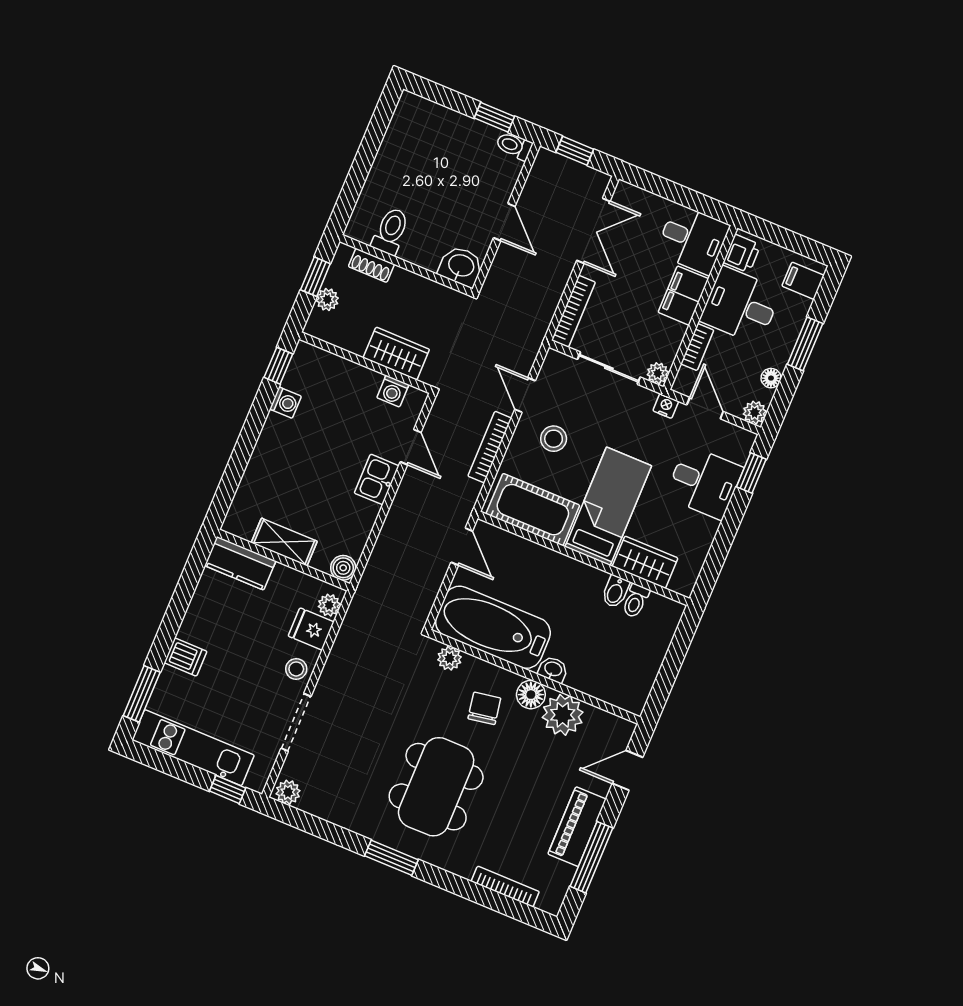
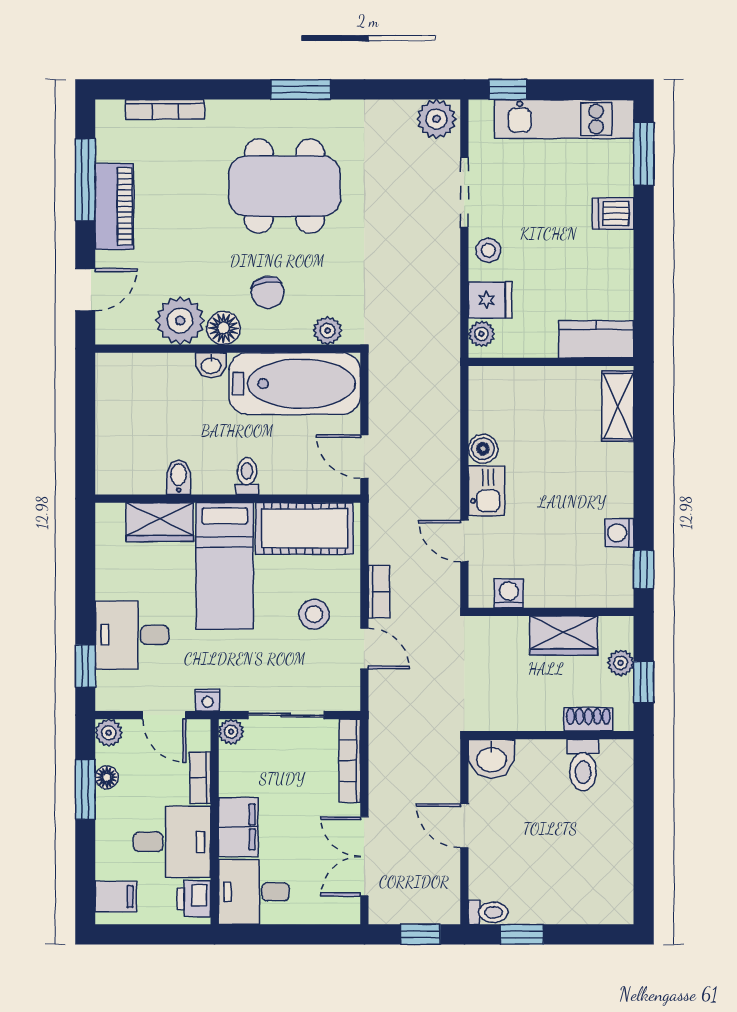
window: (805, 344) -> (85, 789), moved
wardrobe: (396, 354) -> (564, 636), moved
bookcase: (490, 447) -> (379, 591), width x0.64
shelving: (284, 542) -> (618, 406), moved, turned 90
boiler: (343, 568) -> (483, 449), moved
toilet: (636, 601) -> (247, 476), moved
dining table: (436, 787) -> (284, 186), turned 90
plant: (288, 792) -> (436, 119), width x1.38, depth x1.38

